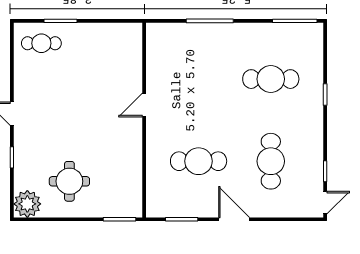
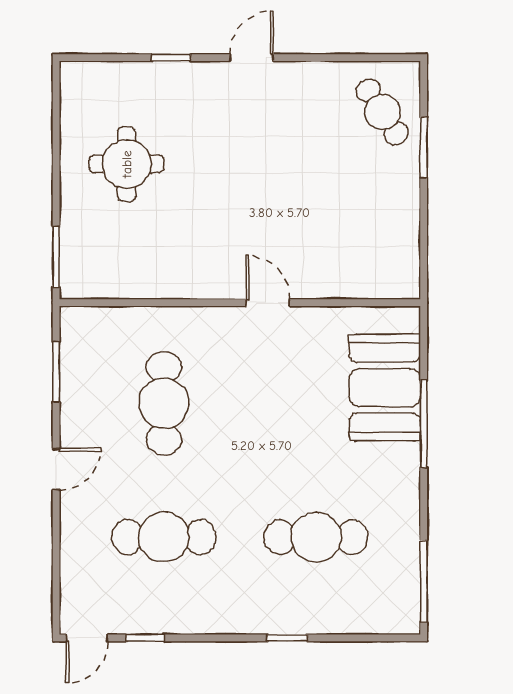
booth: (190, 42) -> (385, 388), added
cafe table: (41, 43) -> (382, 112), turned -33
cafe table: (271, 79) -> (316, 537), turned 90
door: (325, 203) -> (87, 638), hinge flipped
plant: (27, 204) -> (85, 86), removed
door: (234, 219) -> (56, 469), width x0.73

